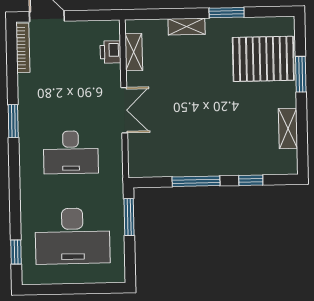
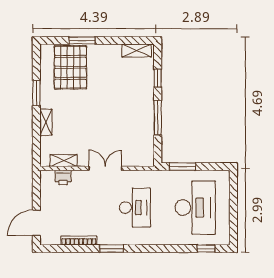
bookcase: (23, 48) -> (79, 241), moved
shelving: (288, 128) -> (137, 51), moved

